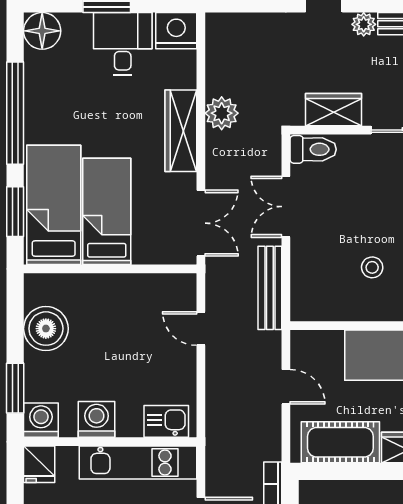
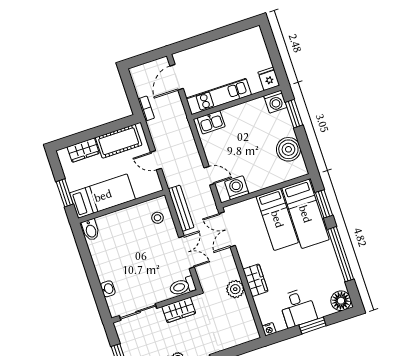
nightstand: (176, 31) -> (269, 329), width x0.53, depth x0.56
wardrobe: (181, 131) -> (255, 280), width x0.67
stool: (372, 267) -> (157, 218), moved
washing machine: (97, 419) -> (237, 188), moved, turned 180

